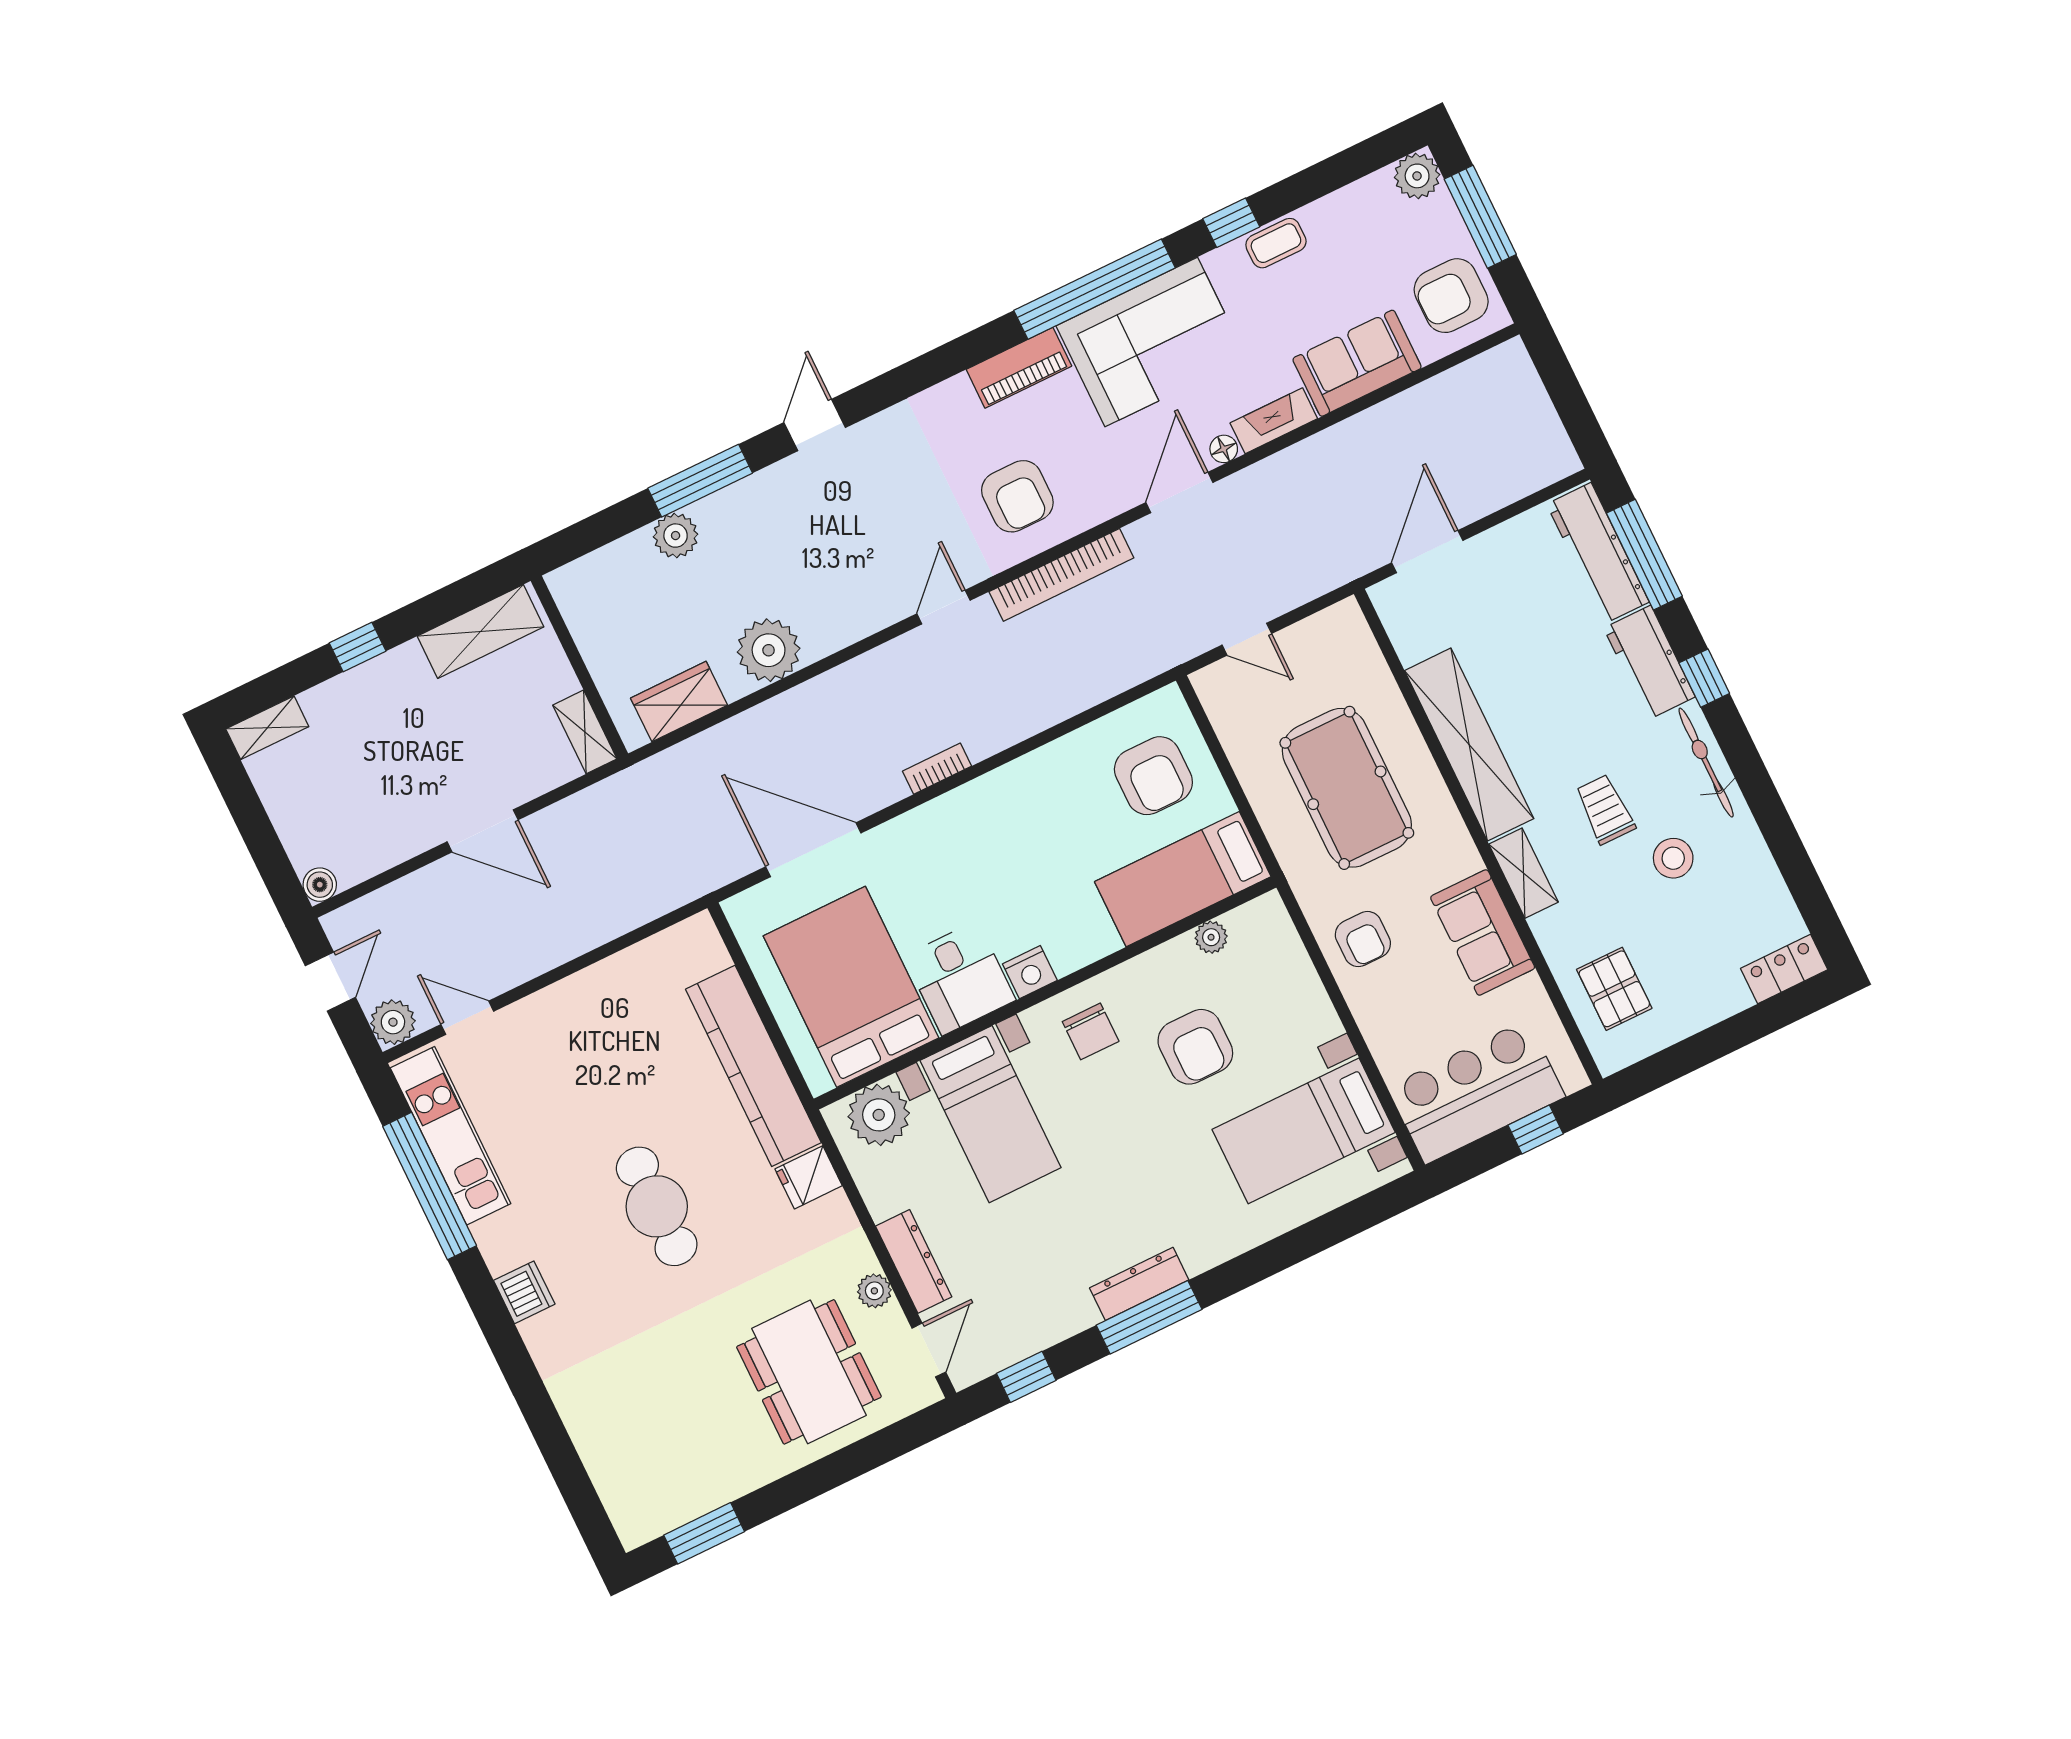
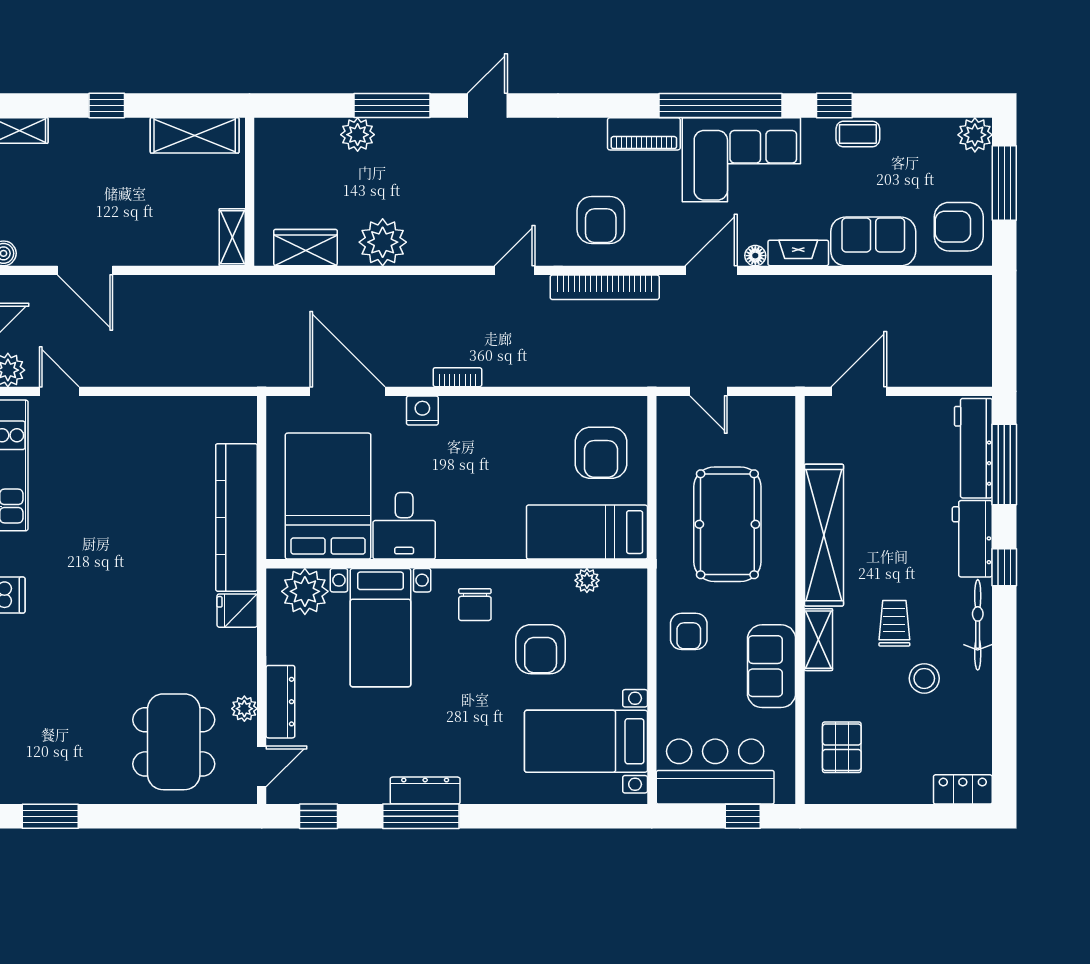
door: (483, 831) -> (85, 270), moved
nightstand: (1030, 972) -> (422, 411), moved, turned 180
cafe table: (657, 1206) -> (125, 580), removed

